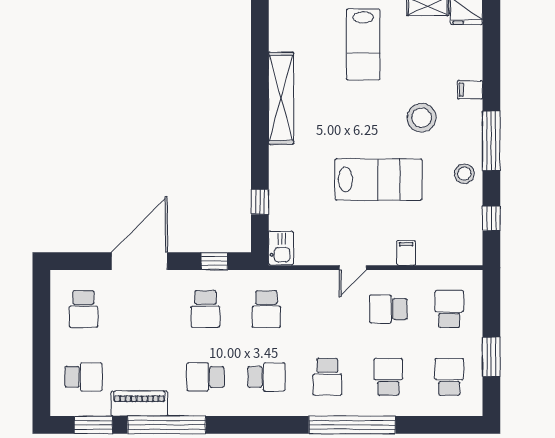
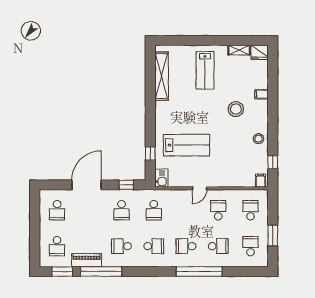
shelving: (281, 98) -> (162, 76), moved
window: (491, 141) -> (273, 121), removed
lab bench: (378, 179) -> (186, 145), moved
filing cabinet: (406, 253) -> (261, 181), moved
school desk: (388, 309) -> (218, 210), turned 90
school desk: (83, 377) -> (57, 246), turned 90
school desk: (327, 377) -> (186, 246), turned 90
school desk: (388, 377) -> (218, 246), turned 90

